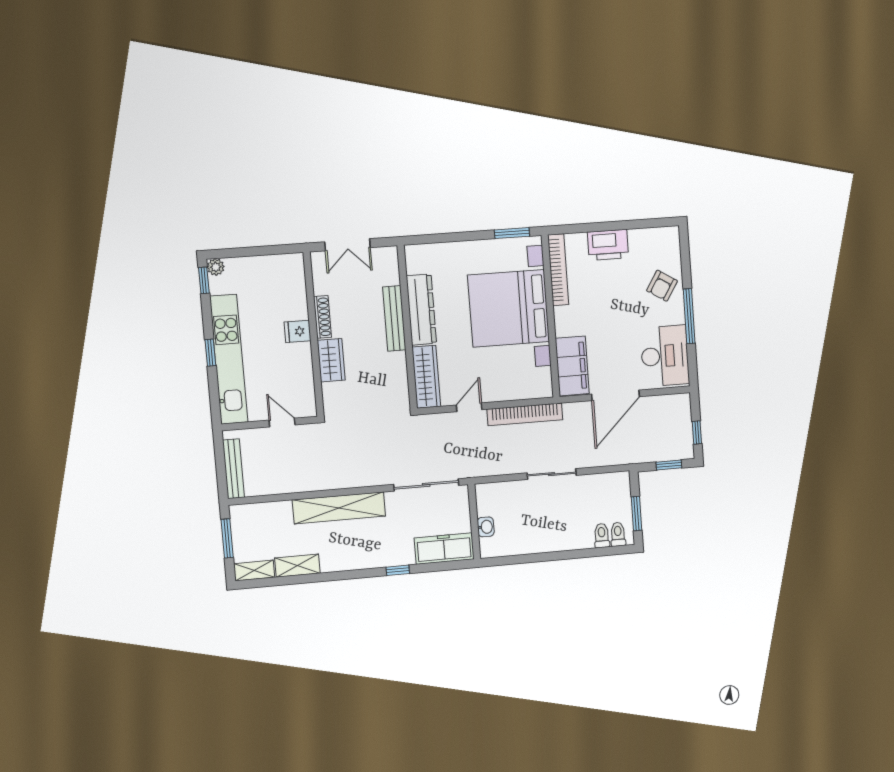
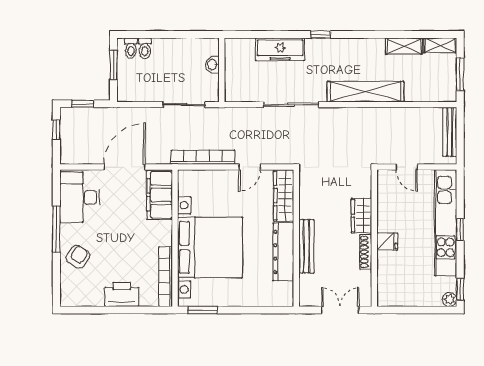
wall: (474, 522) -> (222, 70), moved
washbasin: (486, 527) -> (212, 65), moved

